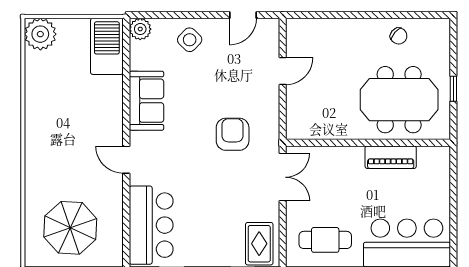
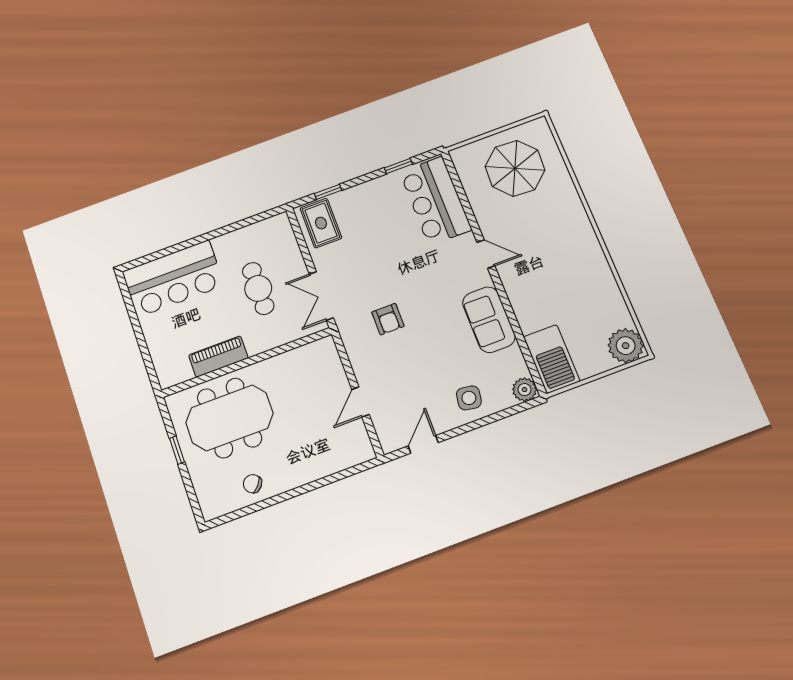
side table: (190, 40) -> (469, 398), turned -35
armchair: (233, 134) -> (388, 319), width x0.72, depth x0.72
cafe table: (325, 240) -> (258, 288), moved, turned 90

